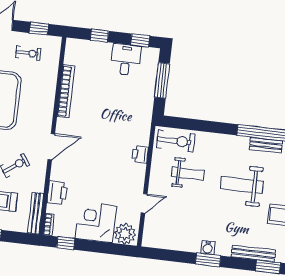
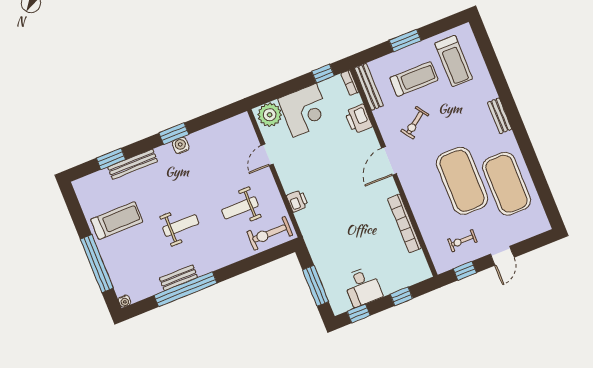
weight bench: (242, 185) -> (181, 225), width x0.73, depth x0.75

